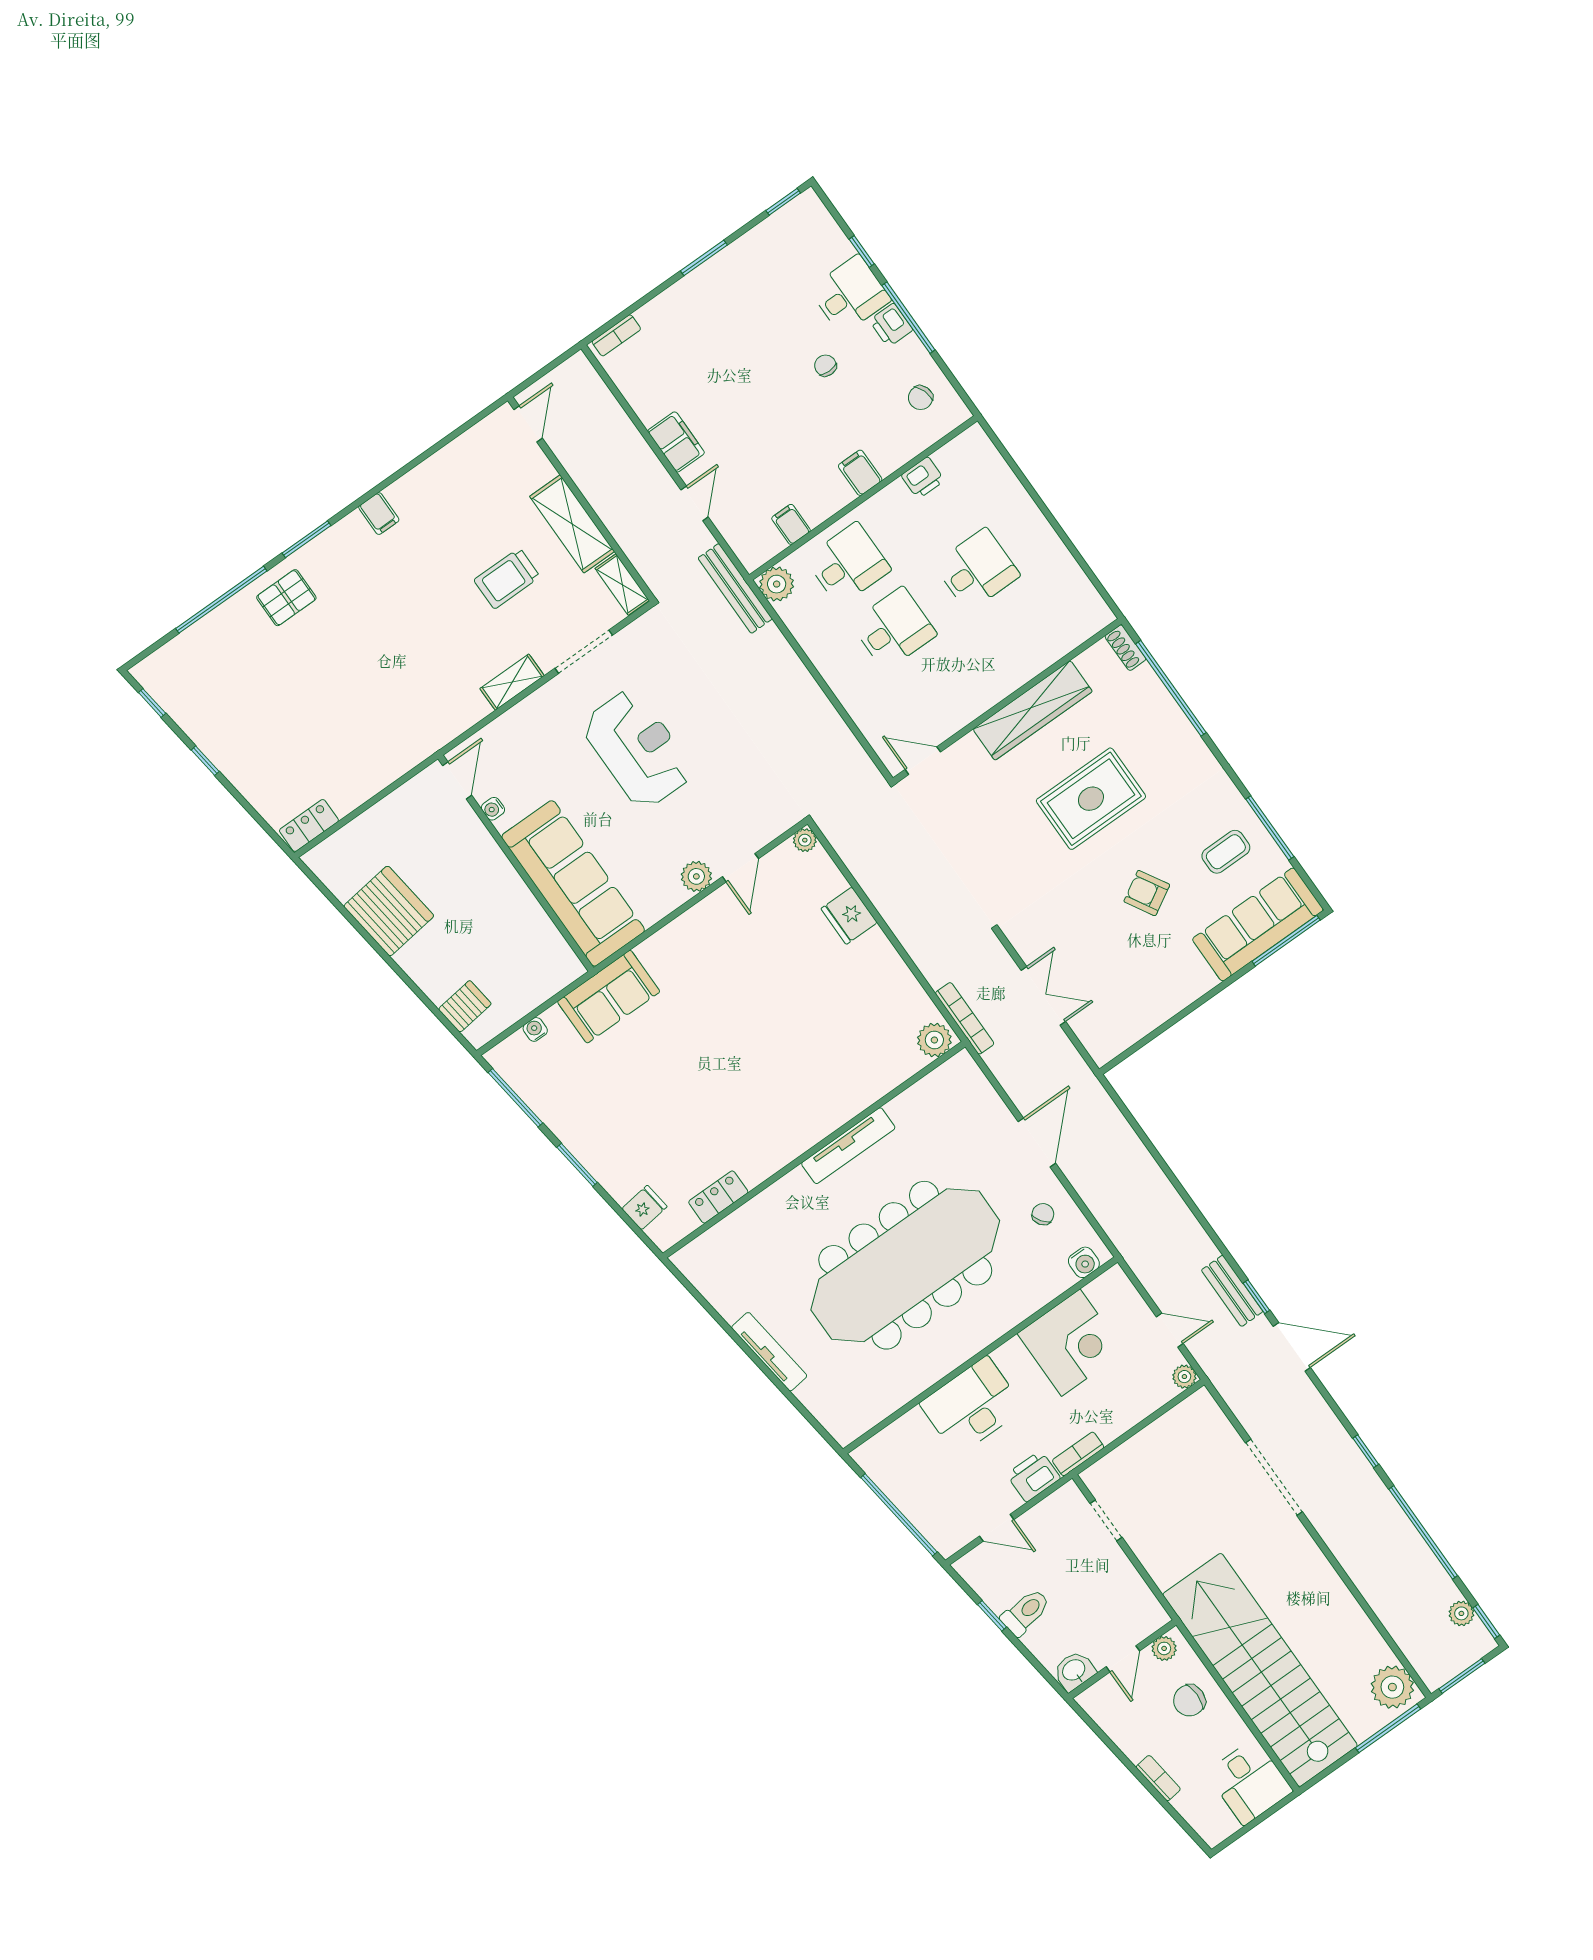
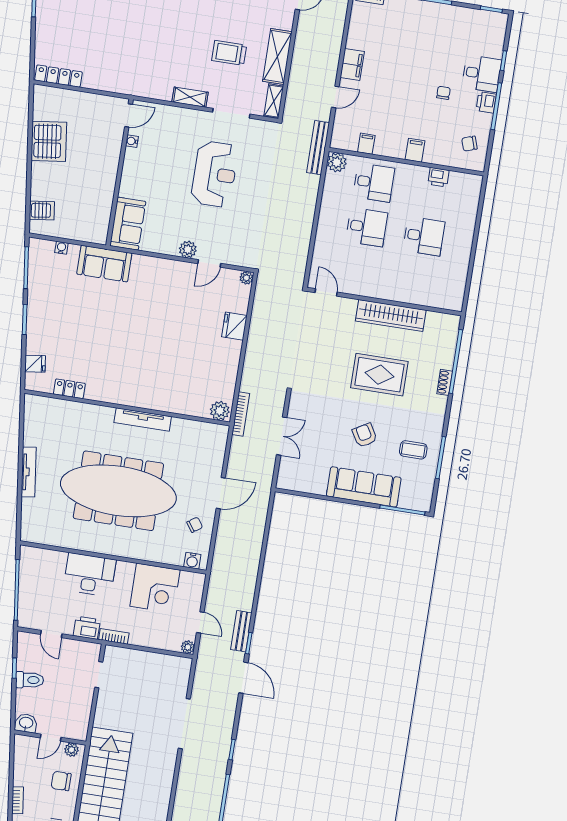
shoe rack: (1125, 648) -> (445, 382), moved
locker: (309, 825) -> (58, 76), width x1.53
sofa: (573, 883) -> (128, 224), width x0.54, depth x0.79
sofa: (1258, 924) -> (364, 487), moved

